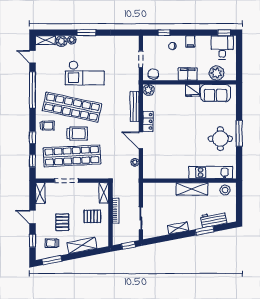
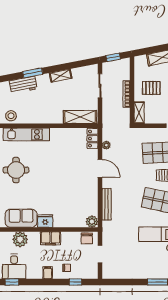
locker: (148, 121) -> (92, 139), moved
shelving: (192, 189) -> (80, 117), moved

